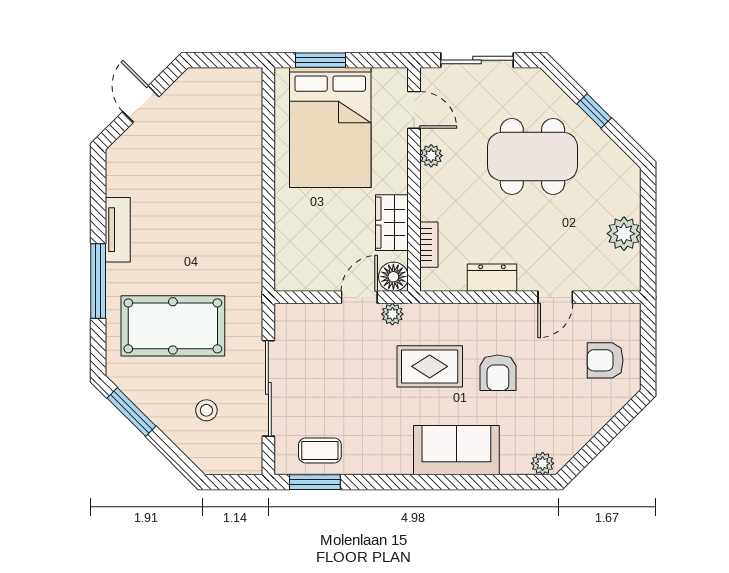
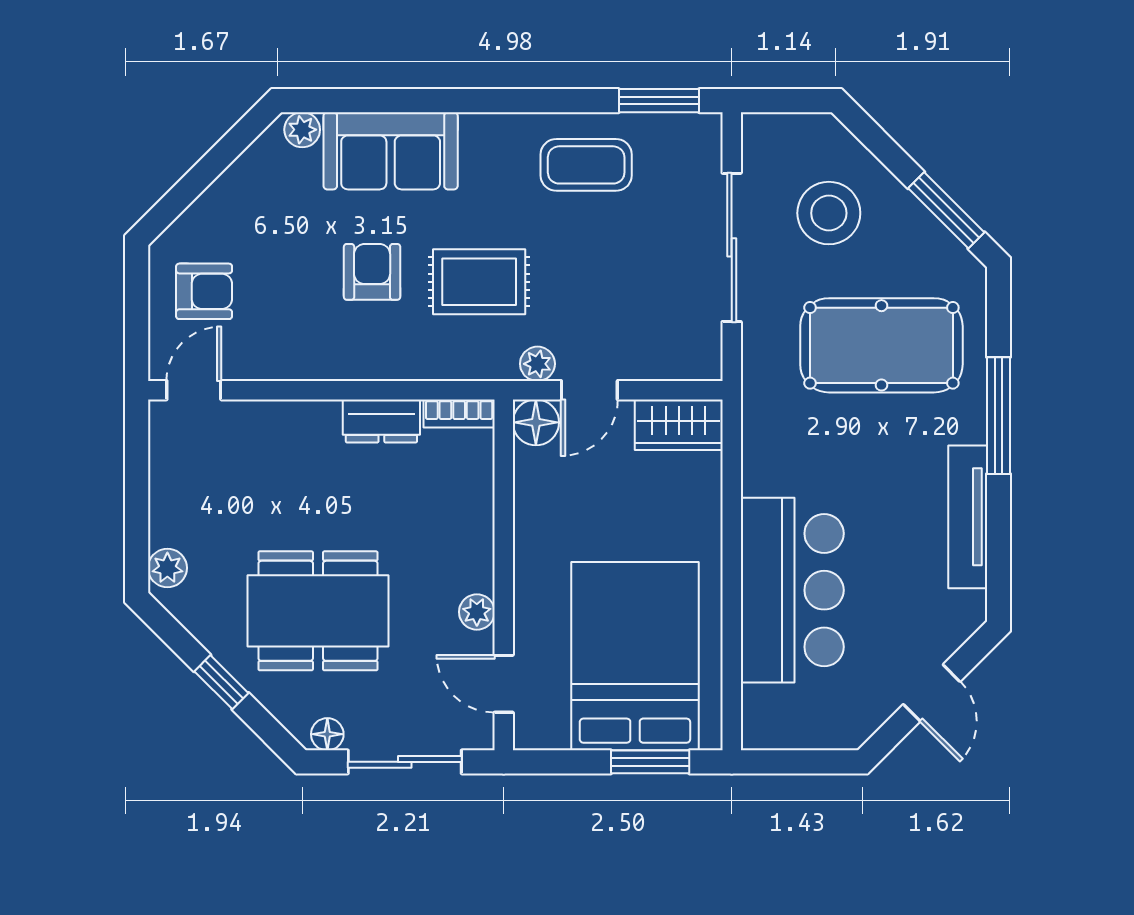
floor lamp: (527, 78) -> (327, 734), added
bar counter: (230, 170) -> (792, 590), added
wardrobe: (392, 223) -> (679, 425), moved, turned 90
tv unit: (118, 230) -> (968, 517), width x1.41
plant: (624, 234) -> (167, 568), moved, width x0.73, depth x0.73
bookcase: (429, 245) -> (459, 414), moved, turned -90
door: (555, 297) -> (194, 390), moved
stool: (206, 410) -> (829, 213), width x1.89, depth x1.89
coffee table: (320, 450) -> (586, 165), moved, width x1.36, depth x1.30
sofa: (456, 450) -> (391, 151), moved

